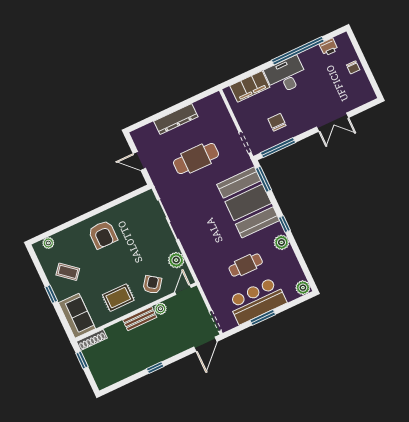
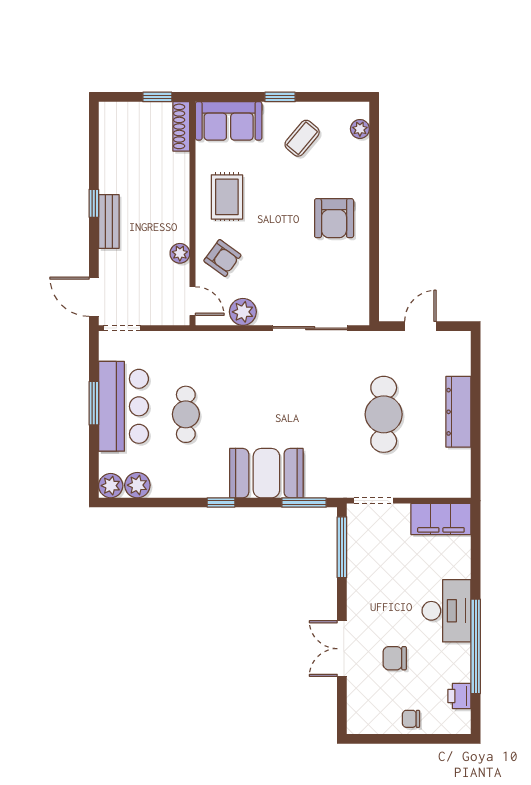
filing cabinet: (250, 86) -> (441, 519), moved, turned -90
chair: (277, 122) -> (395, 658), moved, turned 180
booth: (248, 202) -> (266, 473), width x0.73, depth x0.70
armchair: (103, 235) -> (334, 218), turned -90
plant: (281, 242) -> (137, 485), moved
bench: (140, 319) -> (109, 221), moved

